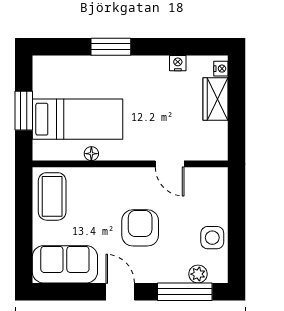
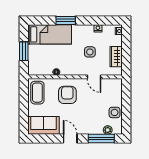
wardrobe: (216, 99) -> (116, 57), moved
side table: (161, 112) -> (90, 52), added
bed: (77, 119) -> (50, 34), moved
armchair: (140, 228) -> (67, 95), moved

